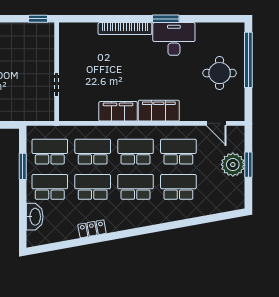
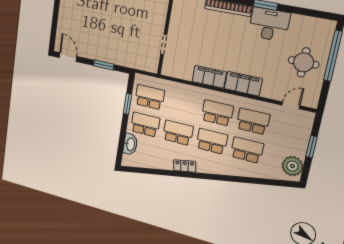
door: (216, 123) -> (291, 105), swing flipped
school desk: (93, 152) -> (183, 105), removed
plant: (233, 165) -> (292, 166), moved
locker: (92, 229) -> (185, 166), moved

